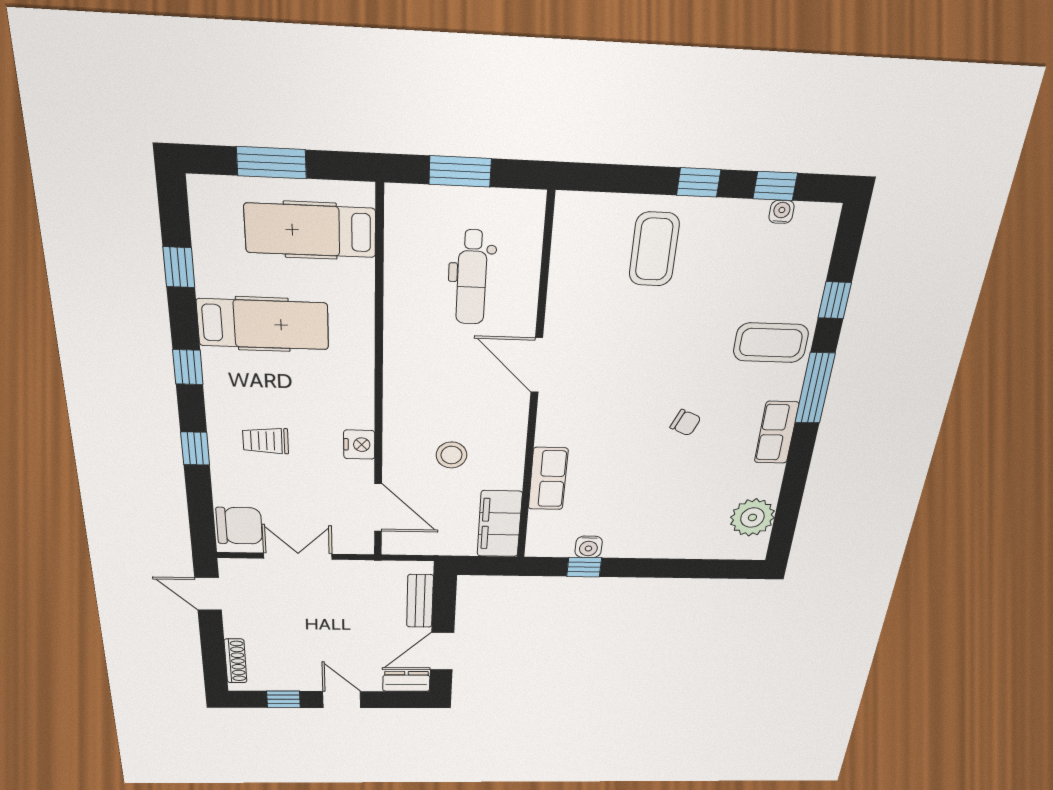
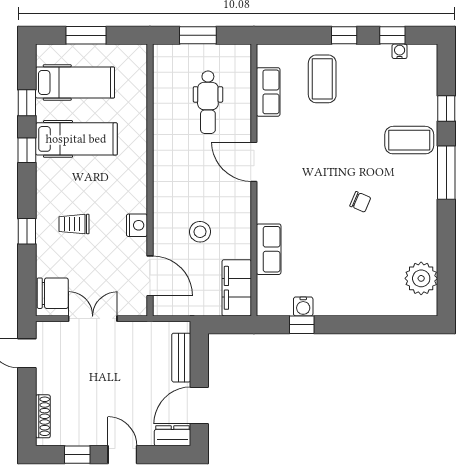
hospital bed: (310, 230) -> (75, 82), moved, turned 180
window: (188, 367) -> (27, 150), moved
row of seats: (777, 432) -> (268, 92), moved, turned 180

